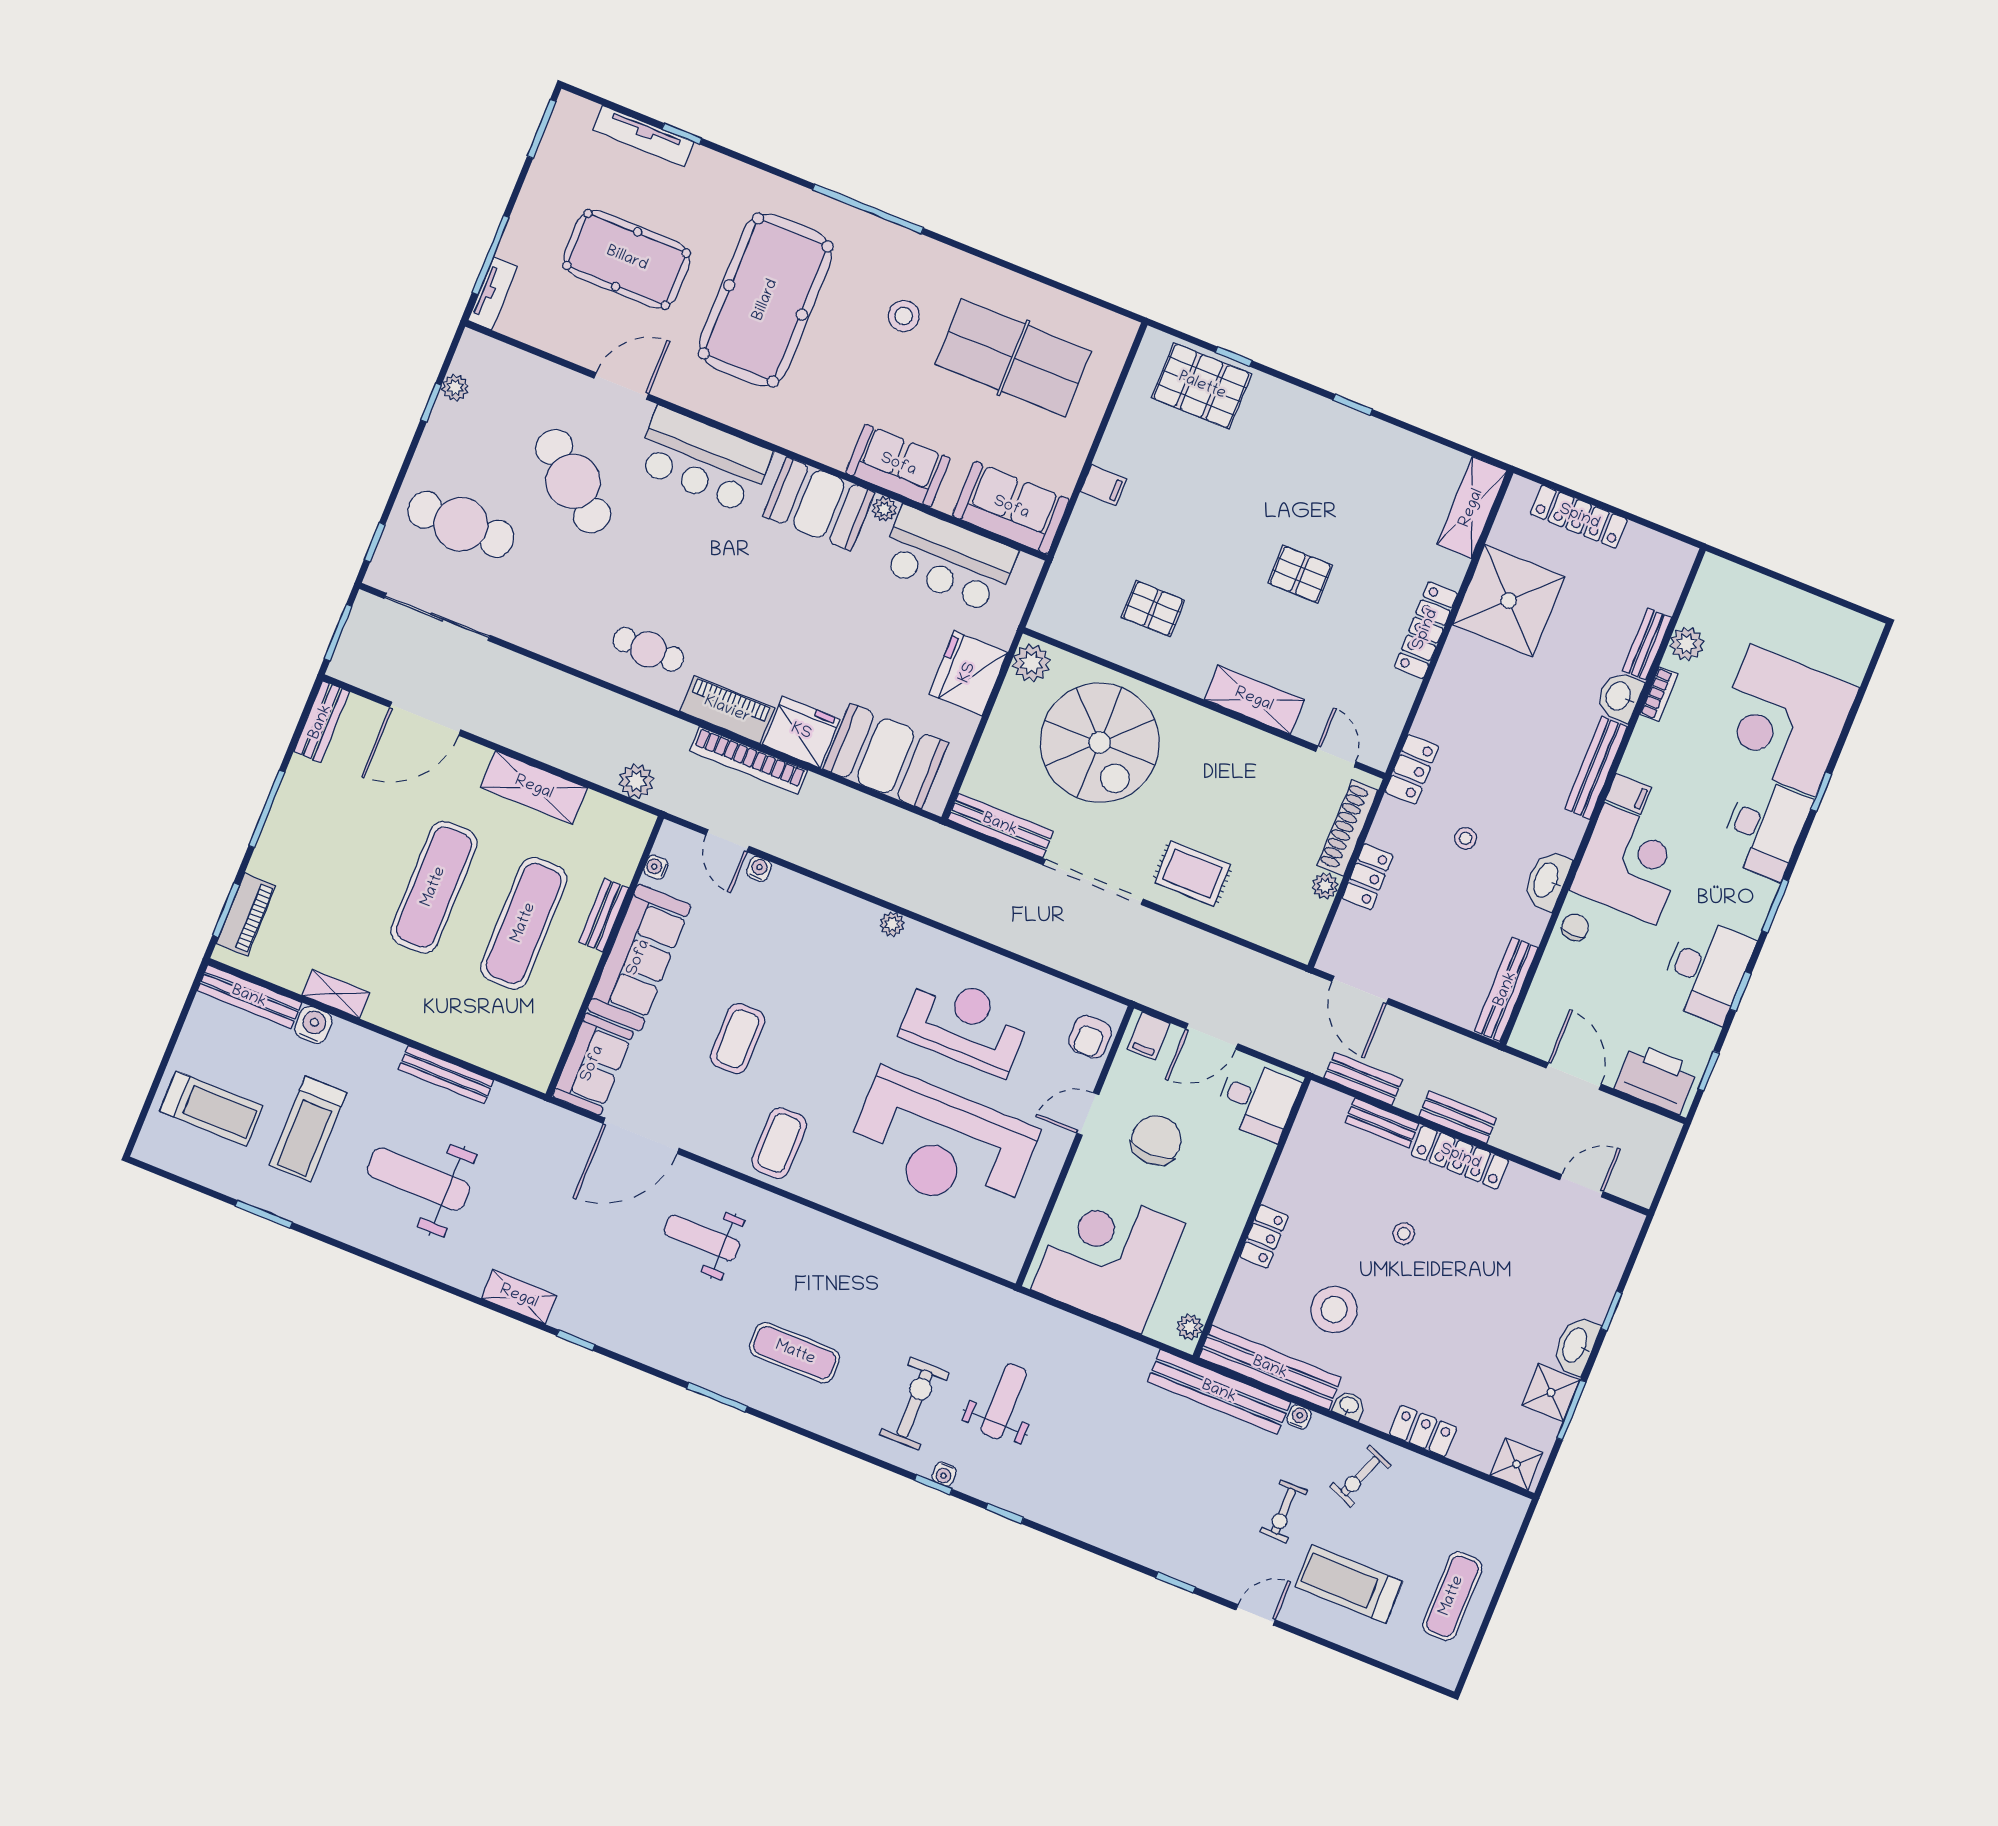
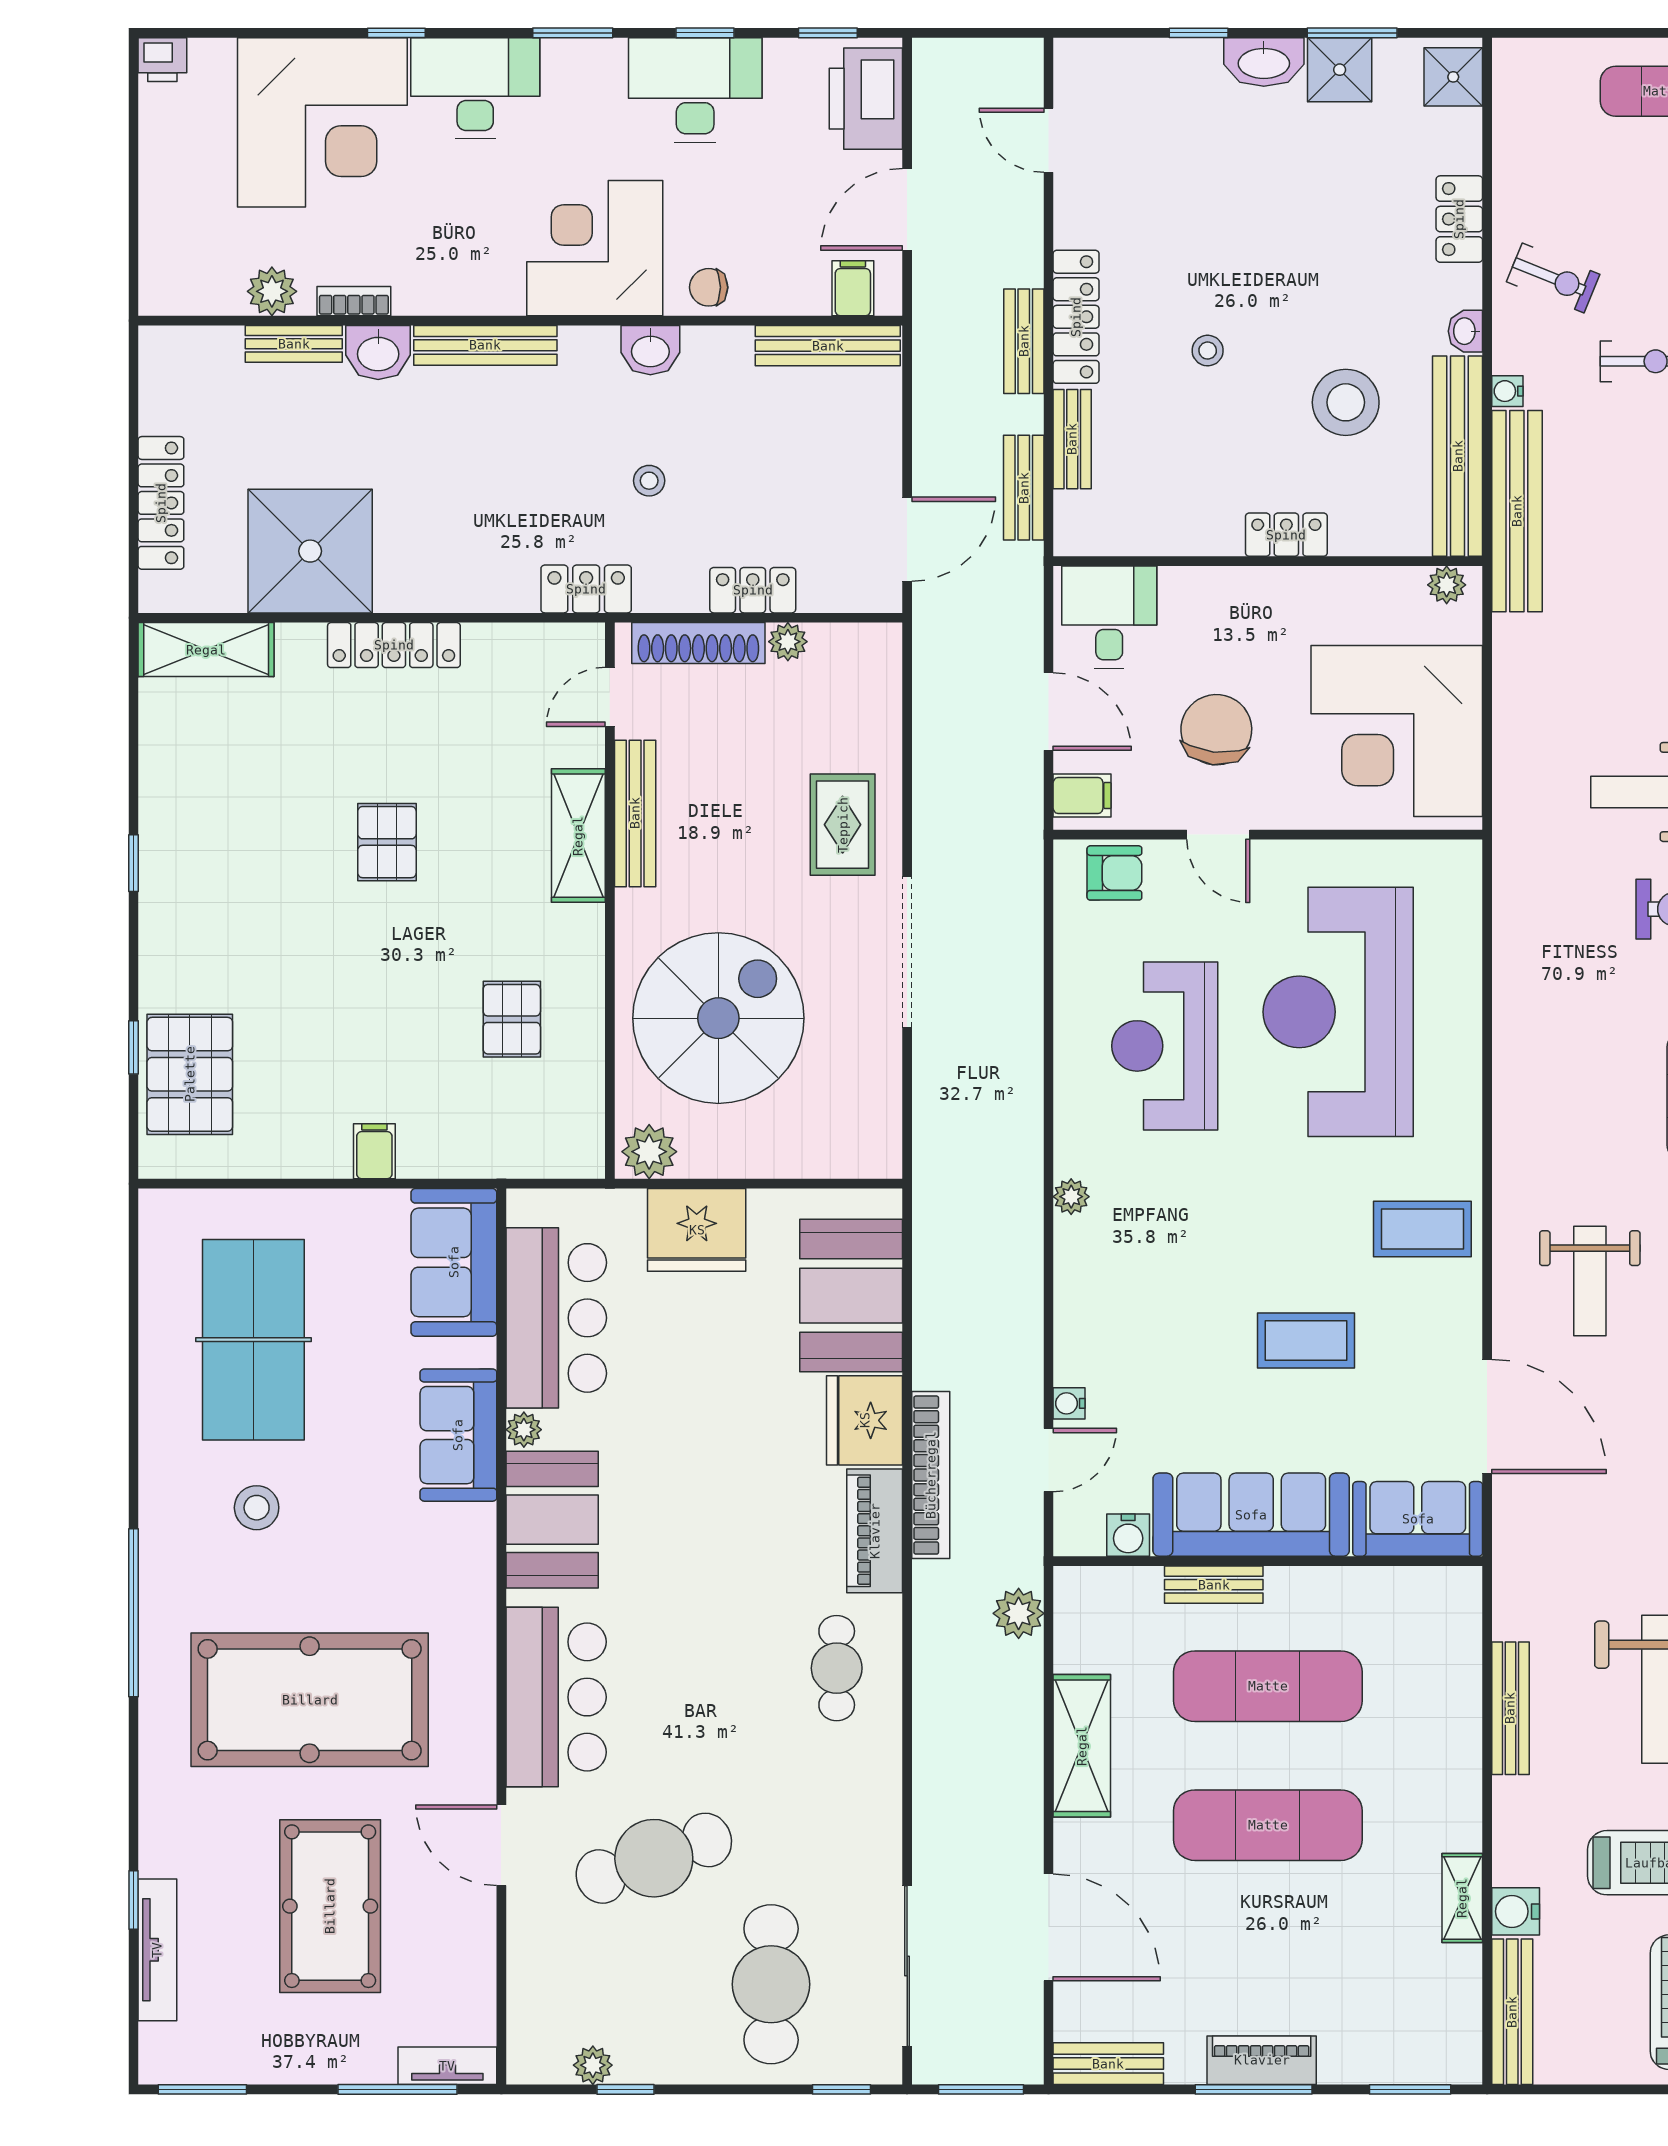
cafe table: (573, 481) -> (654, 1858), turned 32
printer: (1865, 633) -> (162, 60), added
filing cabinet: (1628, 794) -> (853, 288), moved
bench: (1000, 825) -> (635, 813), moved
water cooler: (656, 867) -> (1128, 1535), width x1.38, depth x1.38
washbasin: (1547, 881) -> (650, 350), width x0.72
piano: (246, 915) -> (1262, 2060), moved
chair: (1156, 1140) -> (1216, 730), turned 96
reception desk: (942, 1145) -> (1338, 1012), turned 180

